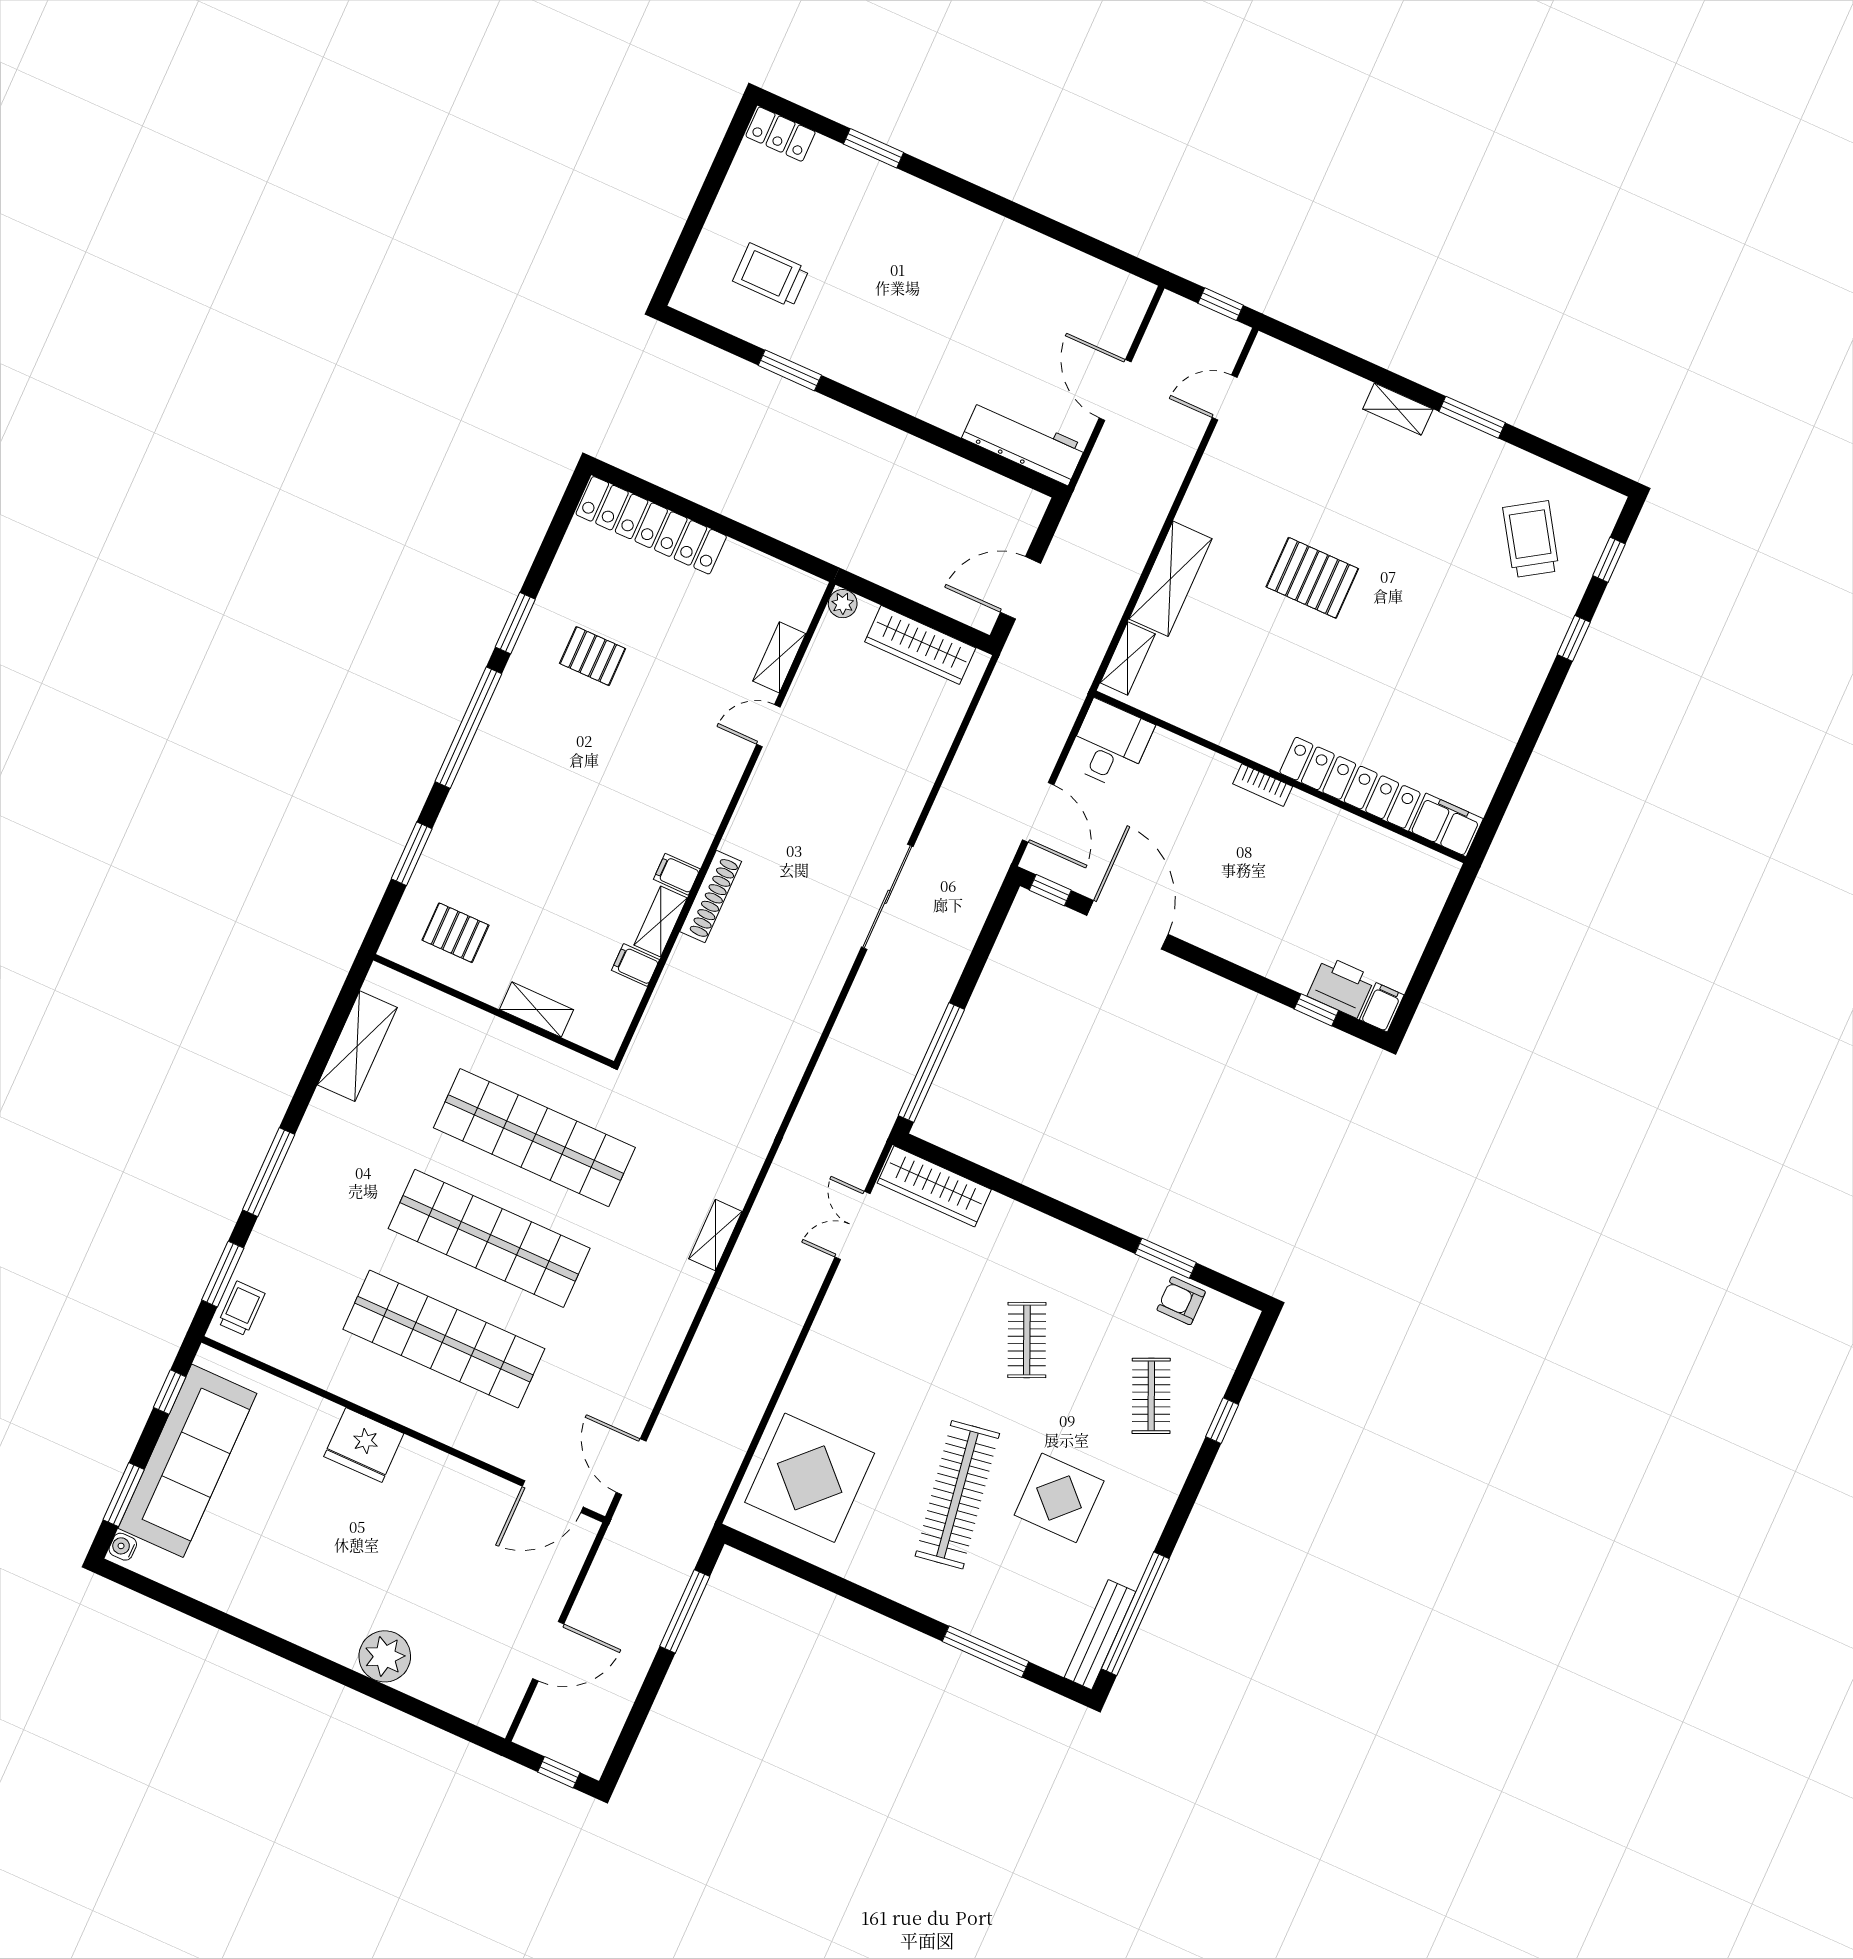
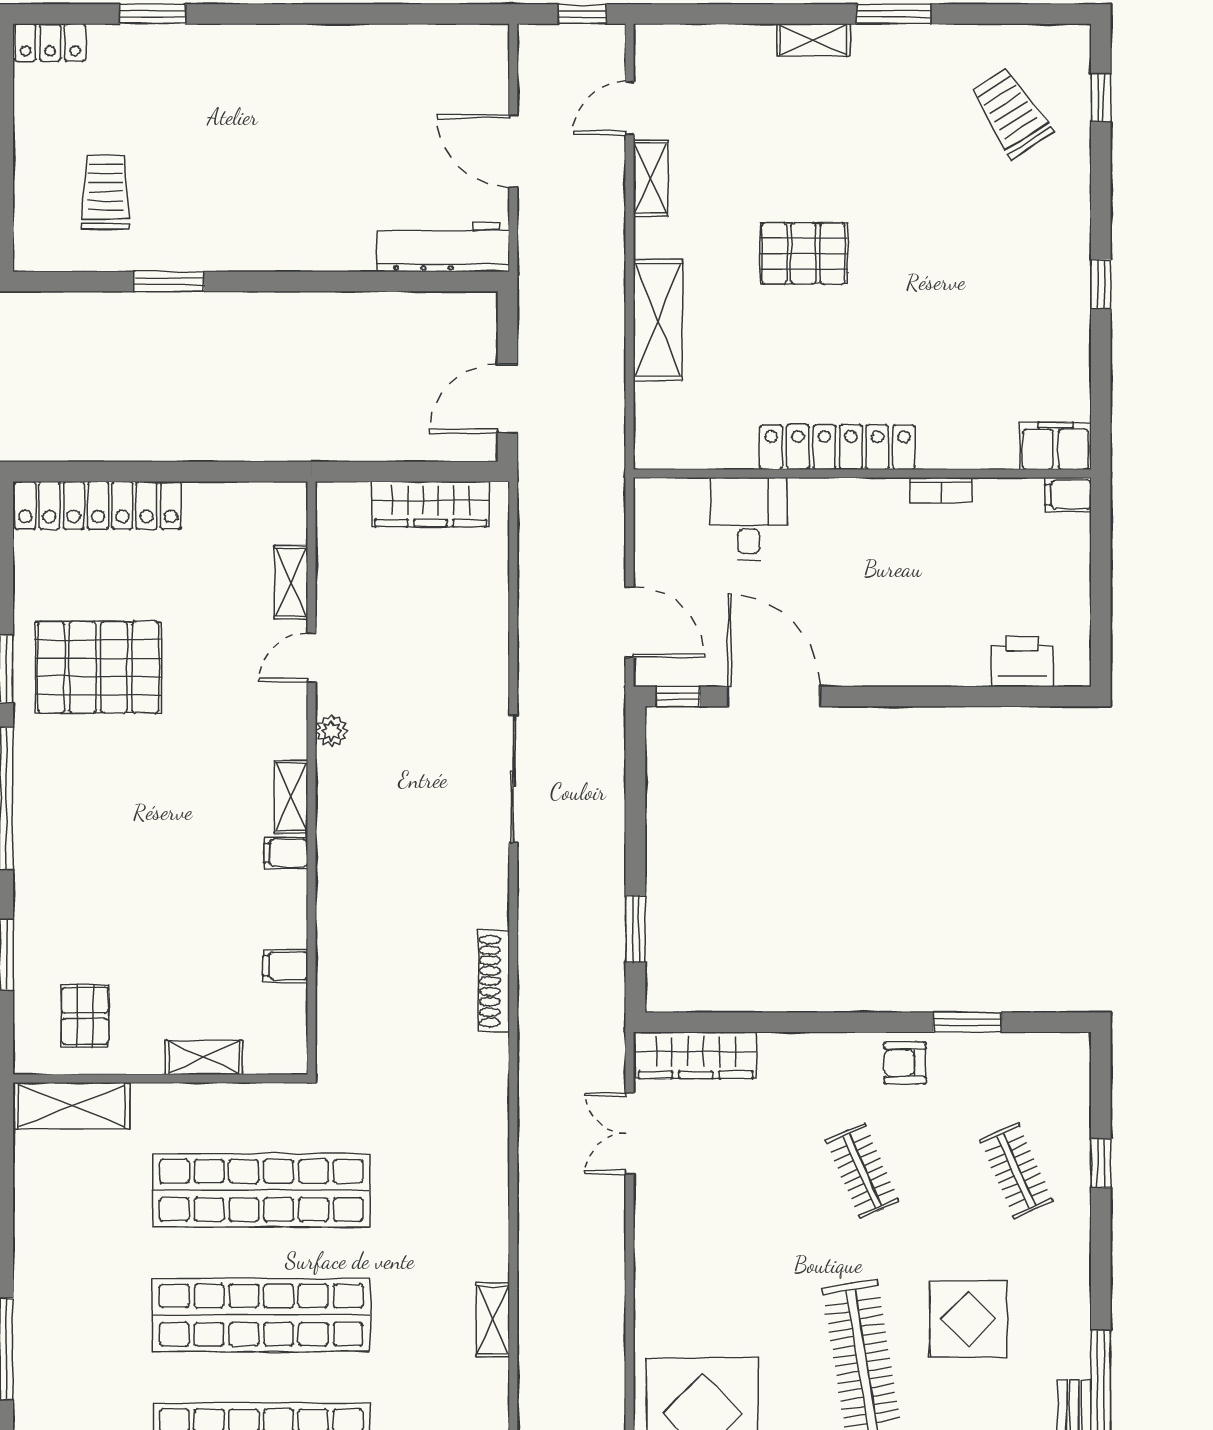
trolley: (771, 275) -> (106, 192), turned 90
plant: (843, 604) -> (332, 731), moved
window: (1574, 638) -> (1101, 284), moved
pallet: (593, 656) -> (98, 667), width x2.05, depth x2.00
shelving: (1128, 658) -> (651, 178), moved
desk: (1110, 745) -> (749, 519), moved
locker: (1350, 783) -> (838, 447), moved
bookcase: (1263, 785) -> (941, 490), moved
shoe rack: (711, 896) -> (494, 981), moved, turned 180
shelving: (661, 921) -> (291, 797), moved
pallet: (455, 933) -> (85, 1016), turned 90
filing cabinet: (1382, 1007) -> (1068, 495), moved, turned -90
window: (1316, 1010) -> (1008, 697), removed
shelving: (357, 1046) -> (71, 1106), moved, turned 90
window: (931, 1062) -> (635, 929), width x0.47
shelving: (715, 1235) -> (493, 1320), moved
armchair: (1181, 1301) -> (905, 1063), moved

